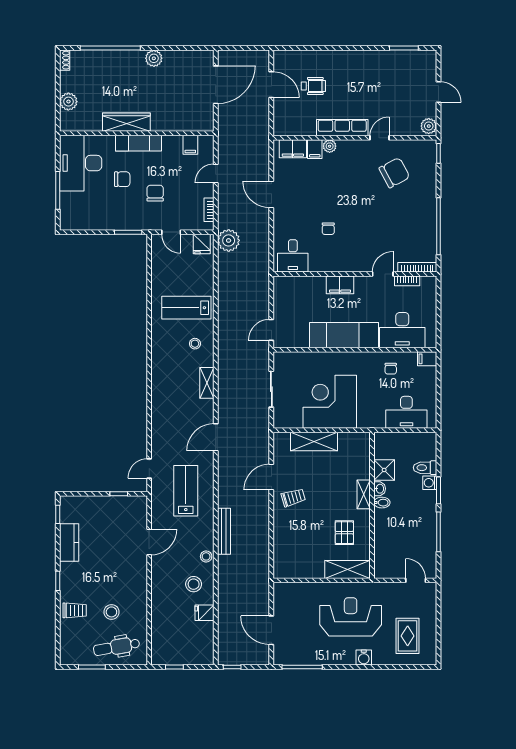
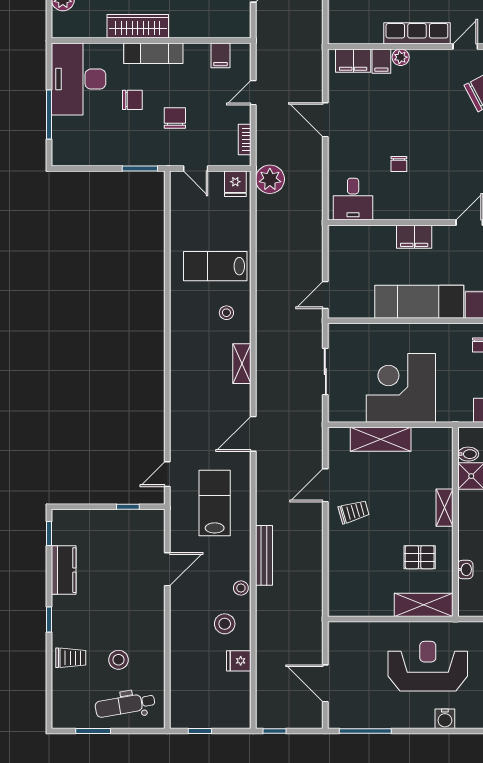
washbasin: (380, 489) -> (465, 569), moved
bidet: (382, 503) -> (468, 454), moved
pallet: (344, 533) -> (420, 557), turned 90

